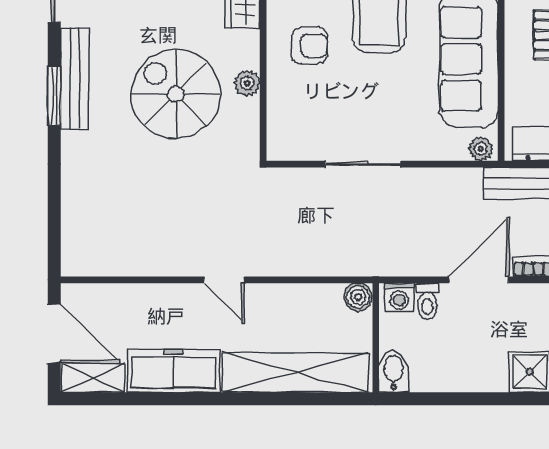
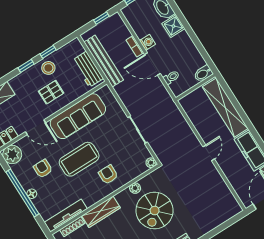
plant: (481, 149) -> (151, 163), moved
boiler: (358, 297) -> (185, 102), removed
washing machine: (399, 297) -> (147, 42), moved

